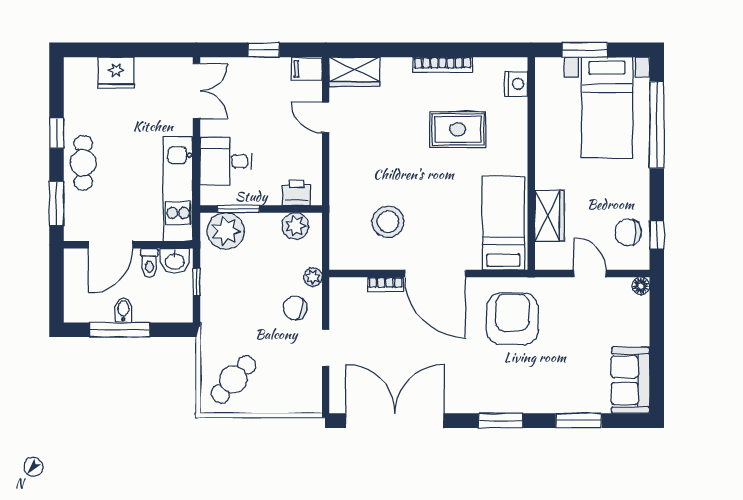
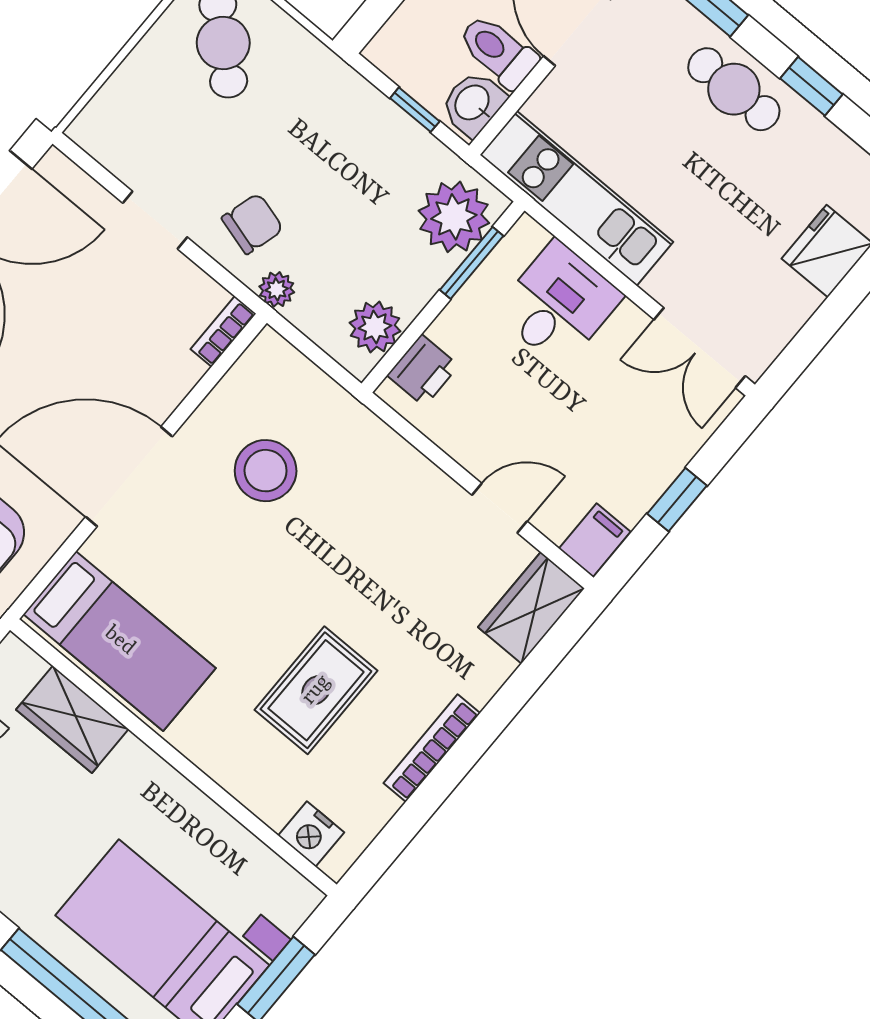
toilet: (149, 263) -> (498, 51), width x1.37, depth x1.39
bookcase: (385, 284) -> (223, 331), moved

